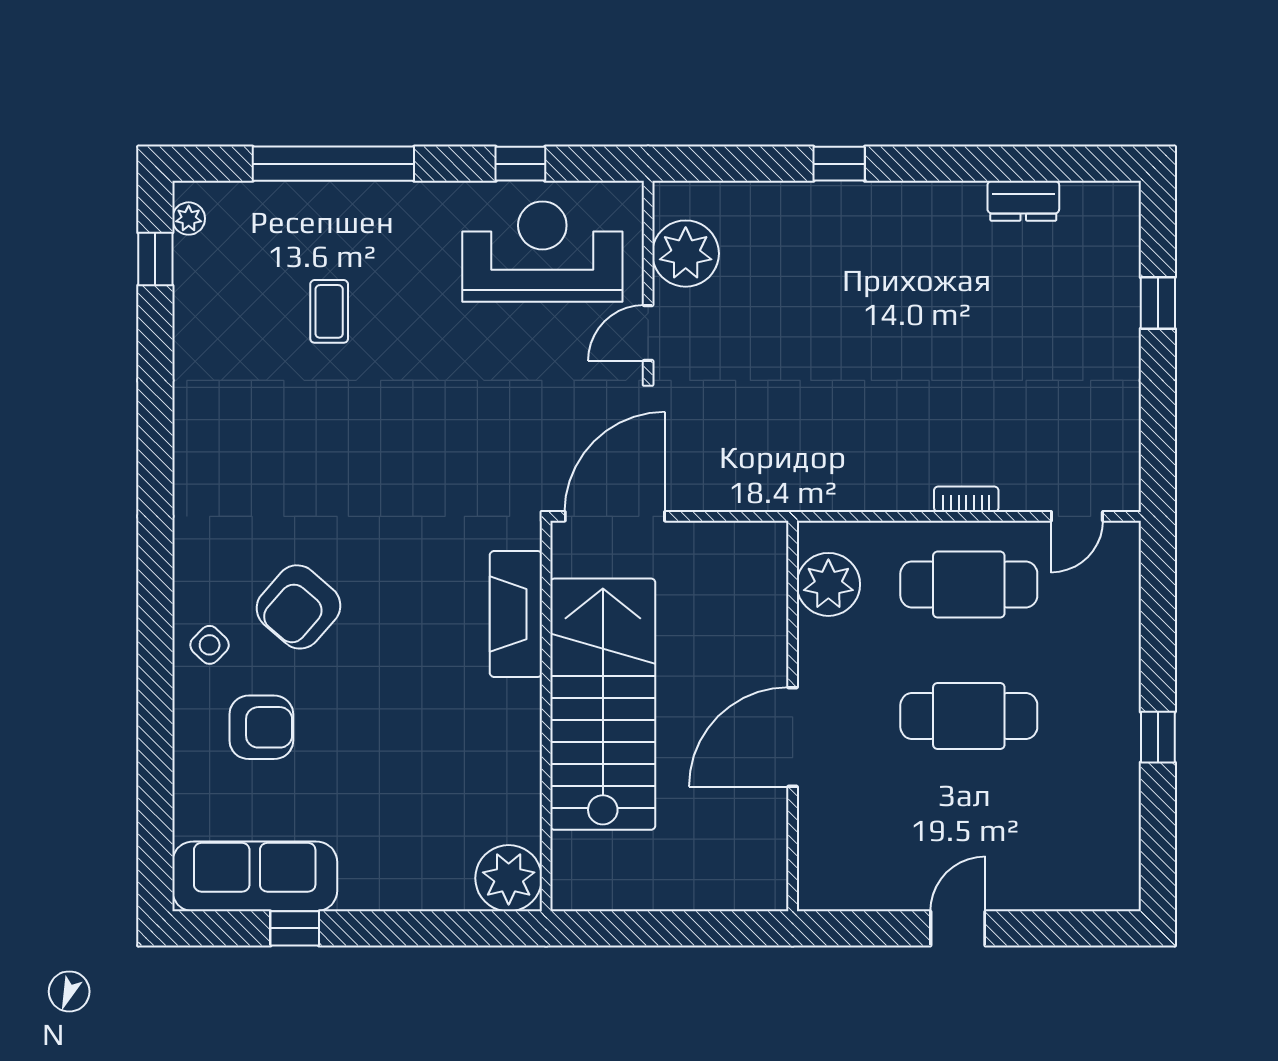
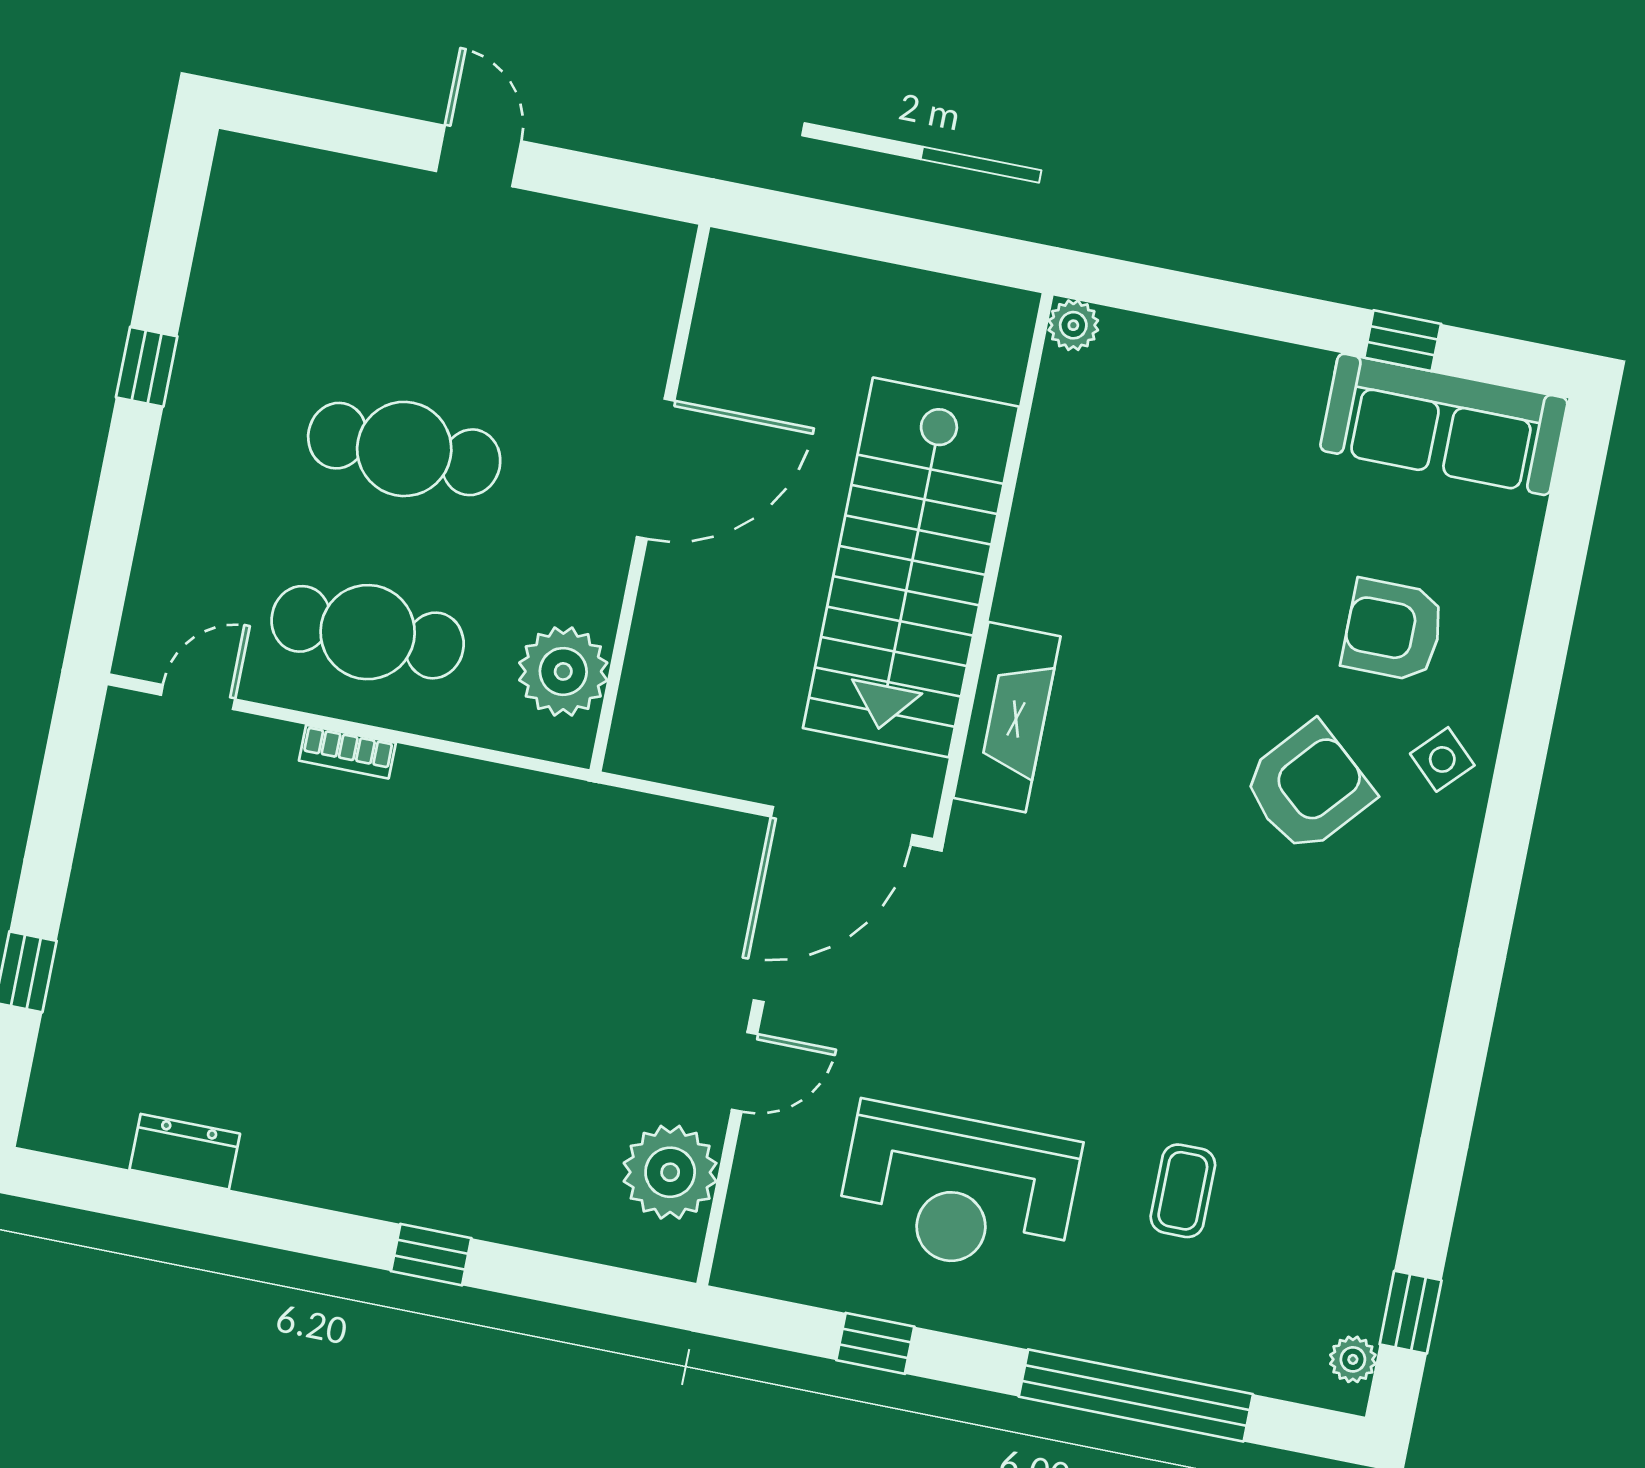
reception desk: (542, 252) -> (958, 1190), moved
plant: (509, 878) -> (1073, 325), width x0.53, depth x0.53
door: (958, 928) -> (479, 156), swing flipped

